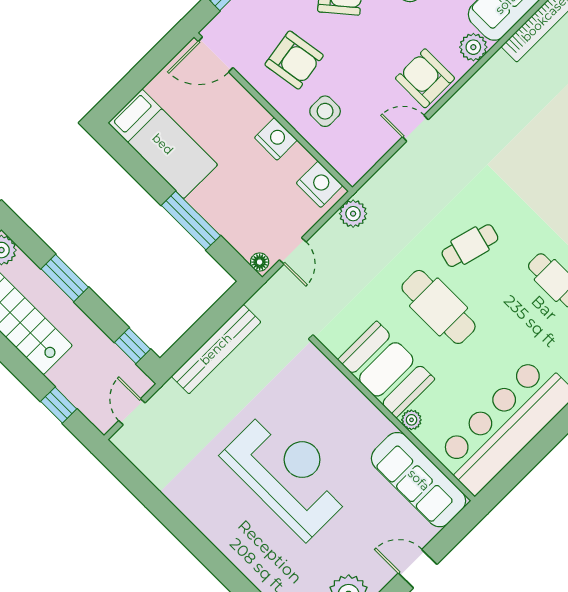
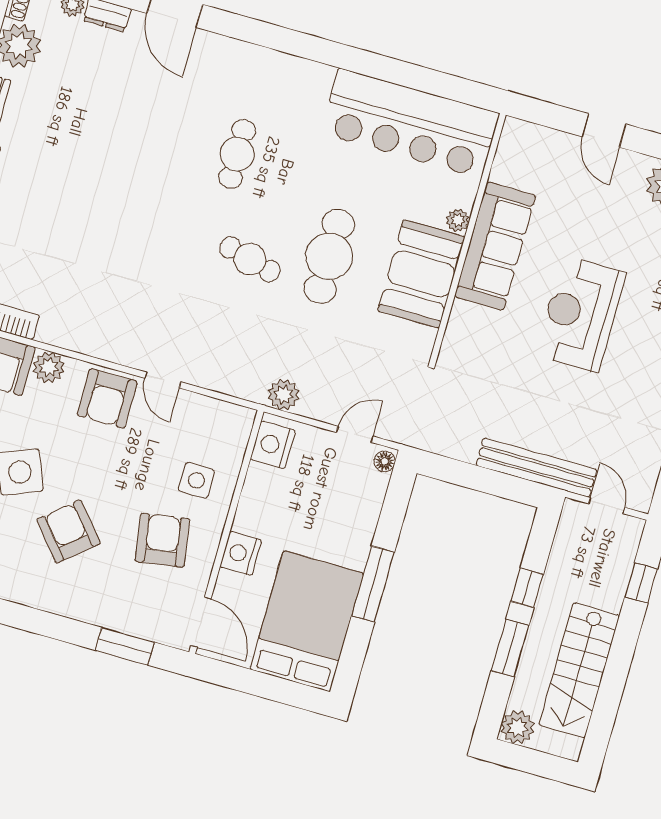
nightstand: (276, 139) -> (241, 554), moved
bed: (163, 144) -> (307, 621), width x1.50
window: (191, 220) -> (373, 584), moved
window: (132, 346) -> (527, 588), moved
bench: (216, 349) -> (537, 467), moved
door: (132, 412) -> (607, 506), swing flipped
reception desk: (288, 473) -> (581, 314), width x0.74, depth x0.77
sofa: (419, 480) -> (495, 246), moved

